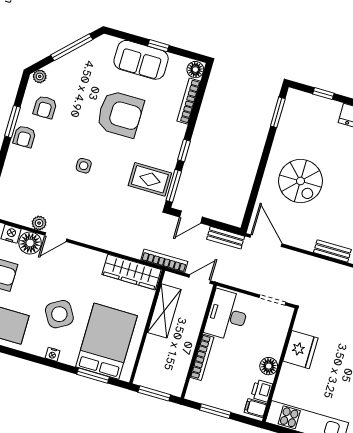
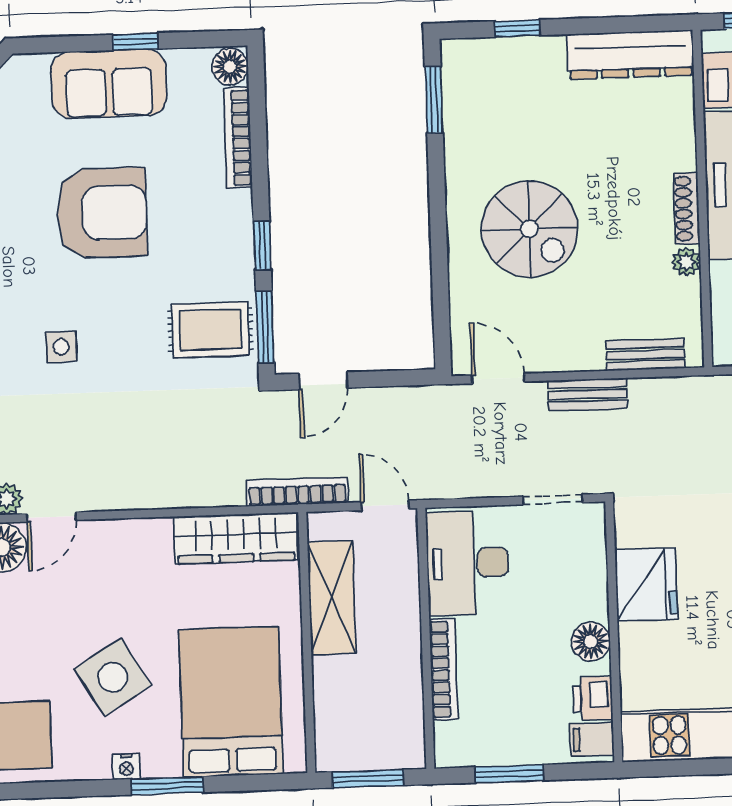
bench: (226, 238) -> (588, 394), moved
door: (266, 241) -> (498, 379), width x0.73
door: (200, 279) -> (385, 505), hinge flipped
window: (93, 376) -> (167, 786), moved

